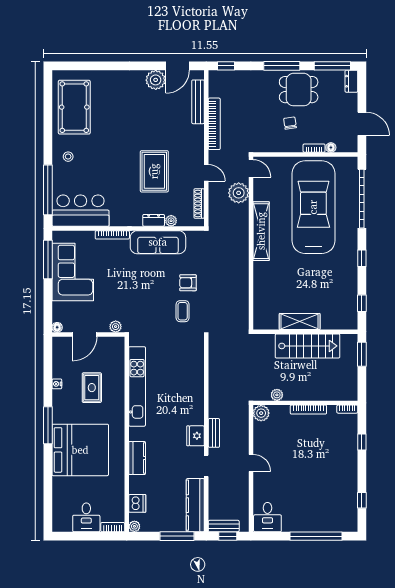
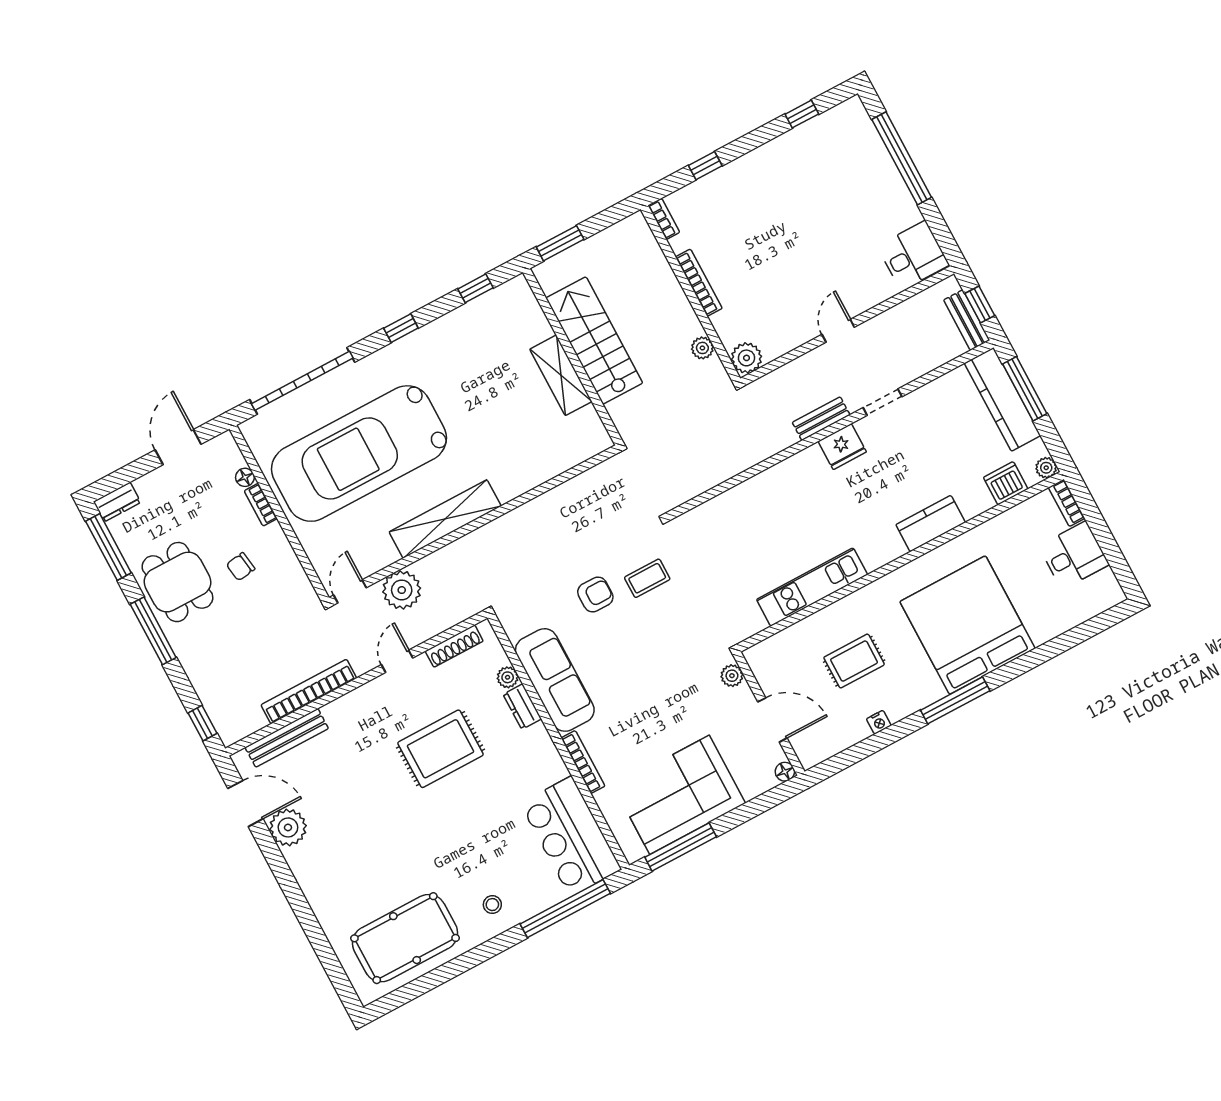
armchair: (188, 283) -> (595, 595), turned -90
kitchen unit: (137, 386) -> (812, 587), width x0.73
kitchen counter: (195, 505) -> (1003, 399), moved, turned 90

